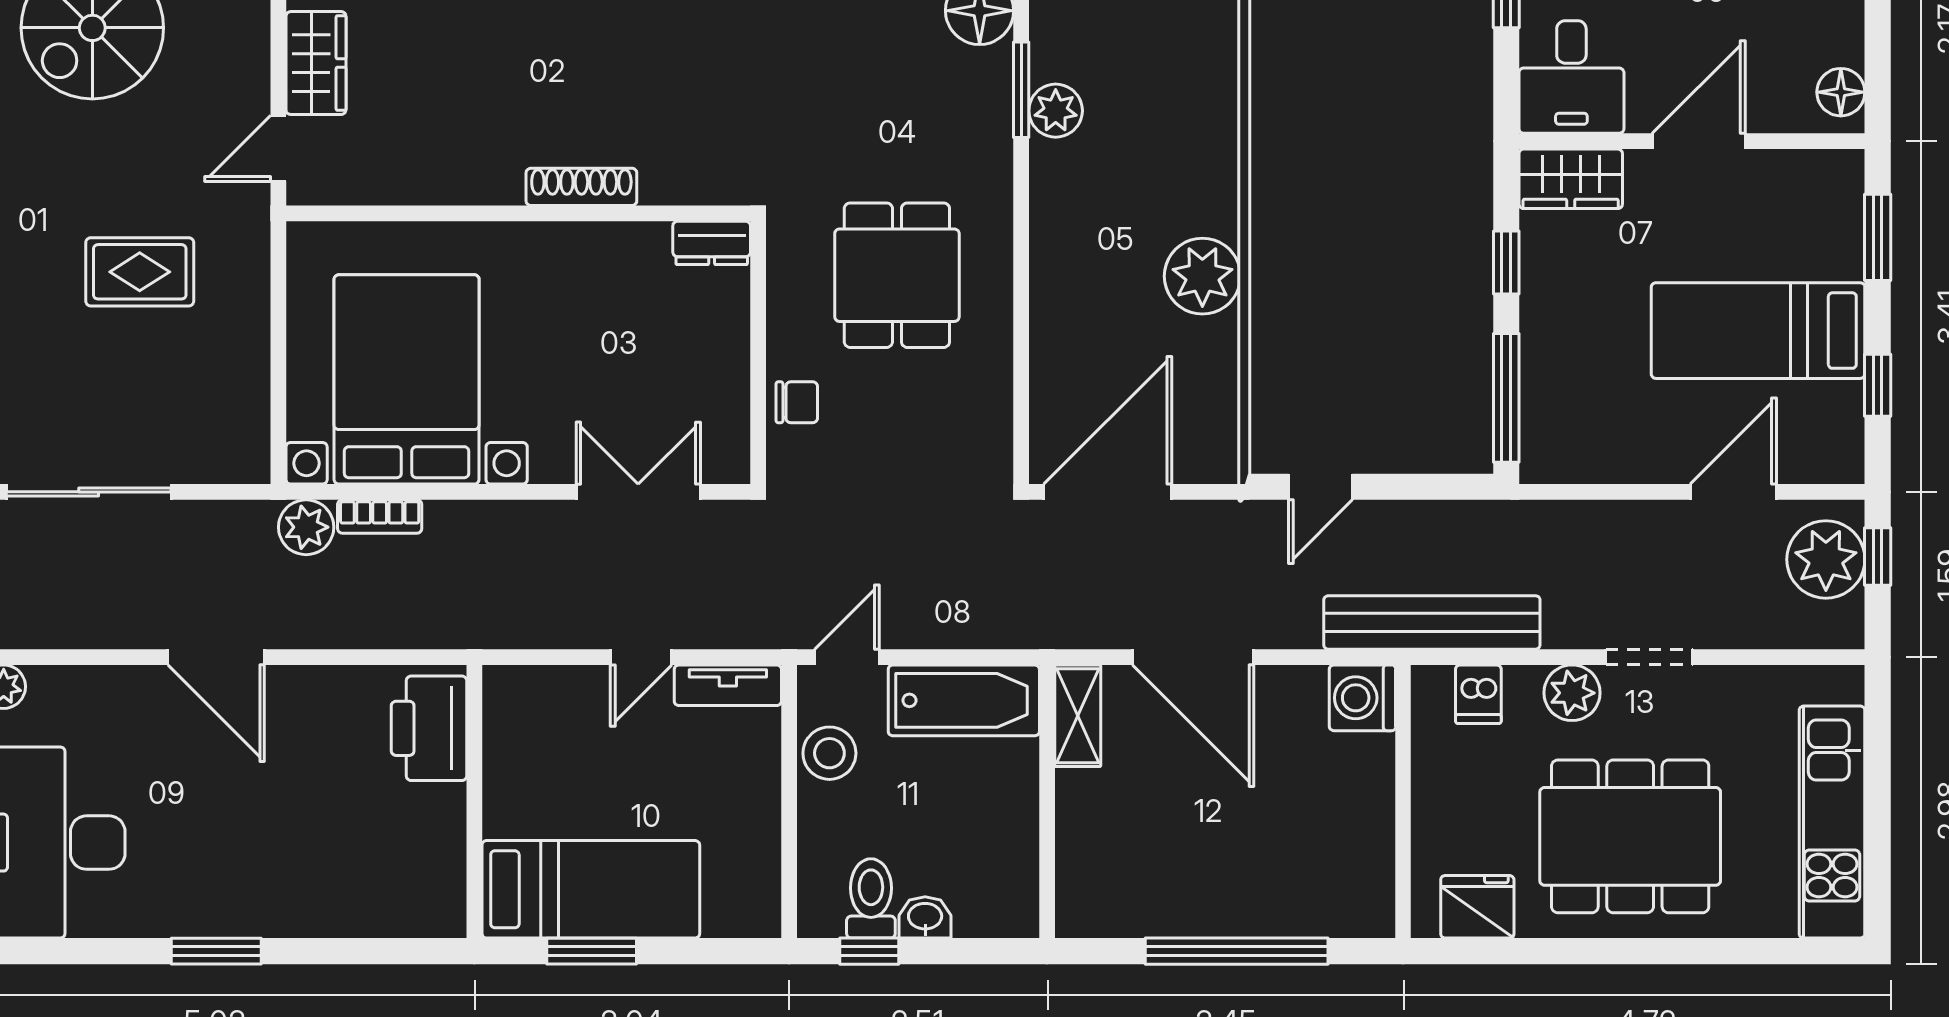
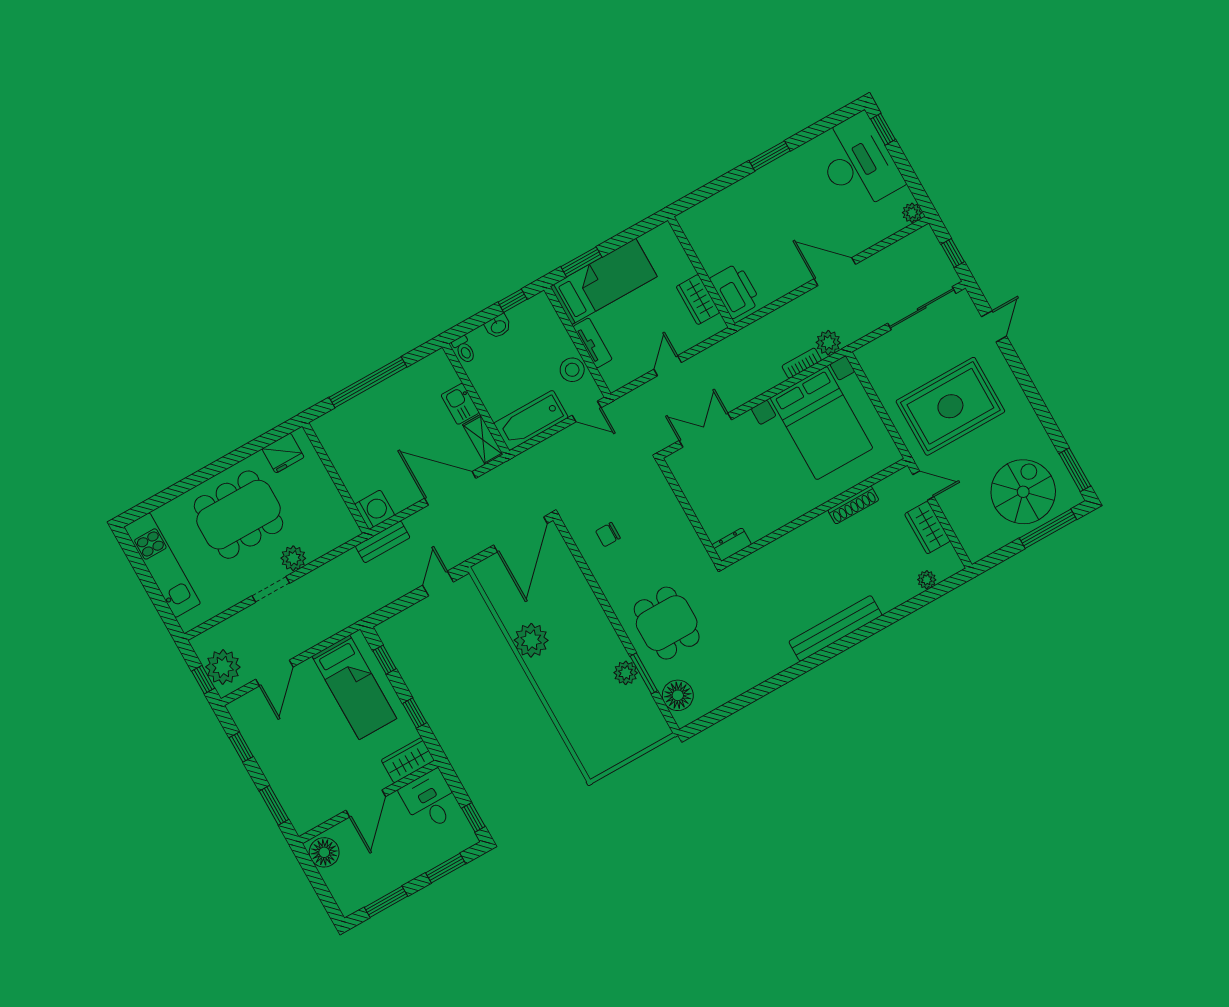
floor lamp: (1841, 92) -> (324, 852), width x1.38, depth x1.38
door: (278, 148) -> (923, 486), hinge flipped
shoe rack: (581, 187) -> (853, 505), moved
rug: (140, 272) -> (950, 406), width x1.86, depth x2.06
dining table: (897, 275) -> (667, 623), moved
bed: (1758, 331) -> (354, 687), moved, turned 90
window: (1506, 398) -> (385, 660), width x0.46
chair: (797, 402) -> (608, 535), moved
double door: (638, 492) -> (705, 430), swing flipped
bench: (1432, 622) -> (383, 542), width x0.54, depth x0.82
door: (847, 657) -> (587, 411), hinge flipped
tv unit: (728, 685) -> (593, 343), moved, turned 90
dishwasher: (1478, 694) -> (330, 537), removed
wardrobe: (511, 752) -> (698, 300), added
kitchen sink: (1083, 809) -> (460, 404), added
bed: (591, 889) -> (604, 281), moved, turned 180
toilet: (871, 898) -> (464, 350), moved, width x0.73, depth x0.72
window: (592, 951) -> (581, 262), moved

